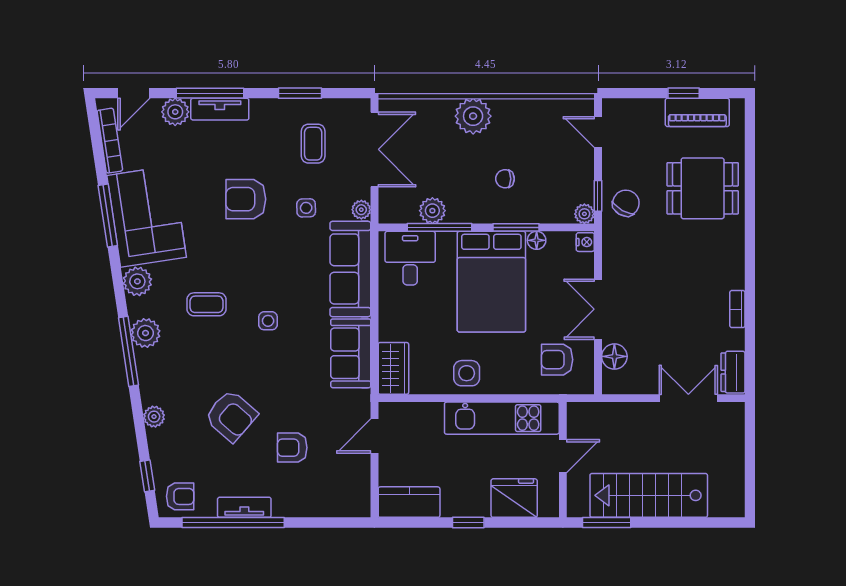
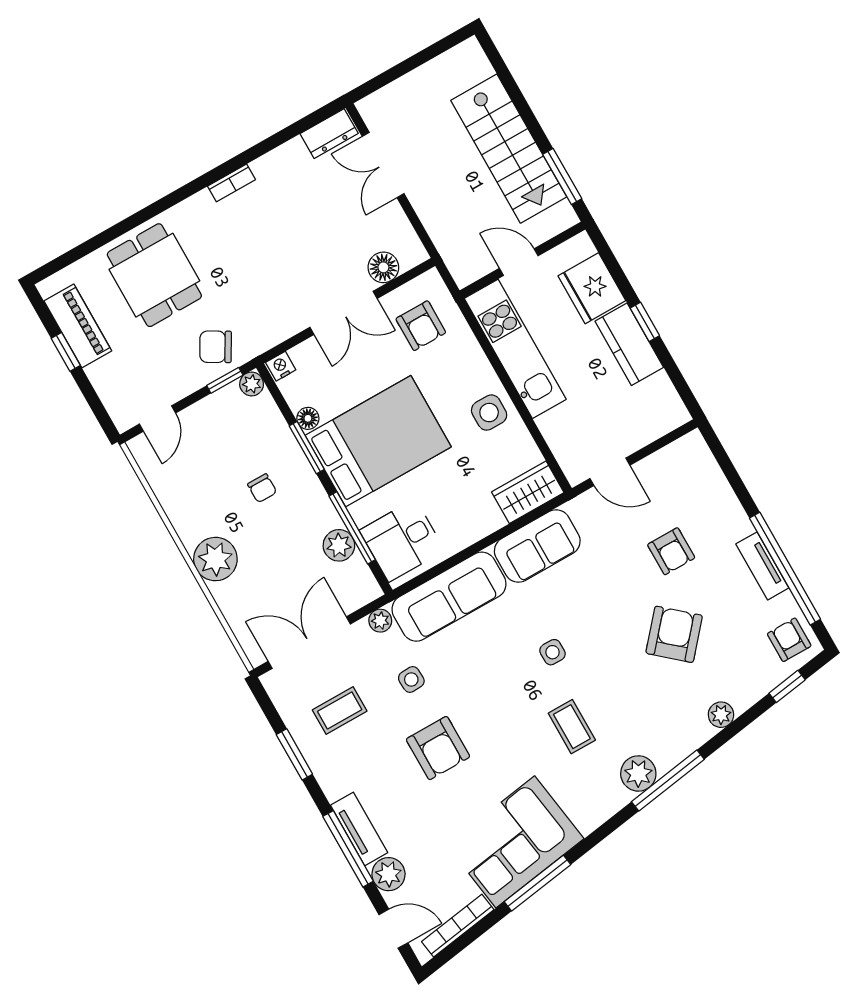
plant: (137, 281) -> (589, 813), removed
bookcase: (737, 309) -> (232, 183), moved
kitchen counter: (409, 502) -> (629, 344), moved

